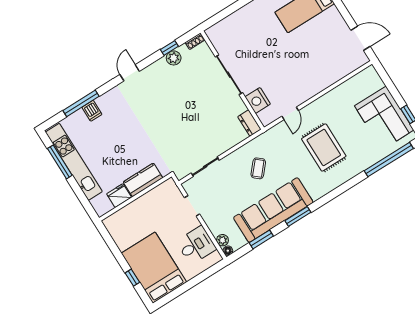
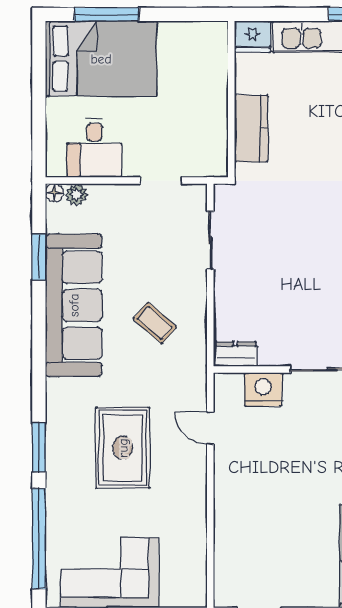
rug: (324, 147) -> (123, 448), turned 90
fridge: (119, 196) -> (252, 37), moved, turned 90
window: (298, 217) -> (39, 447), moved
window: (132, 278) -> (107, 14), width x2.17

